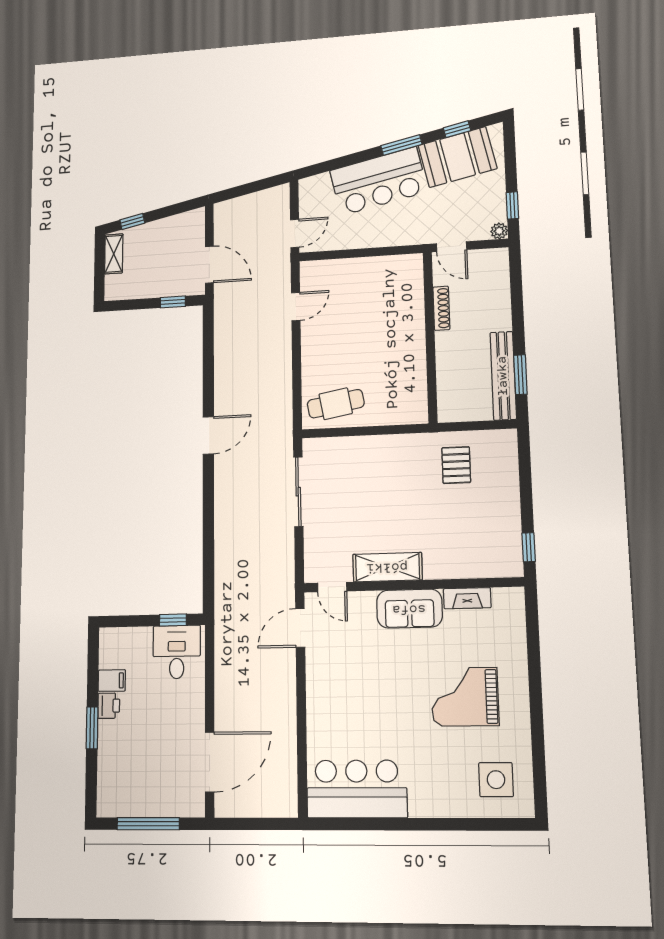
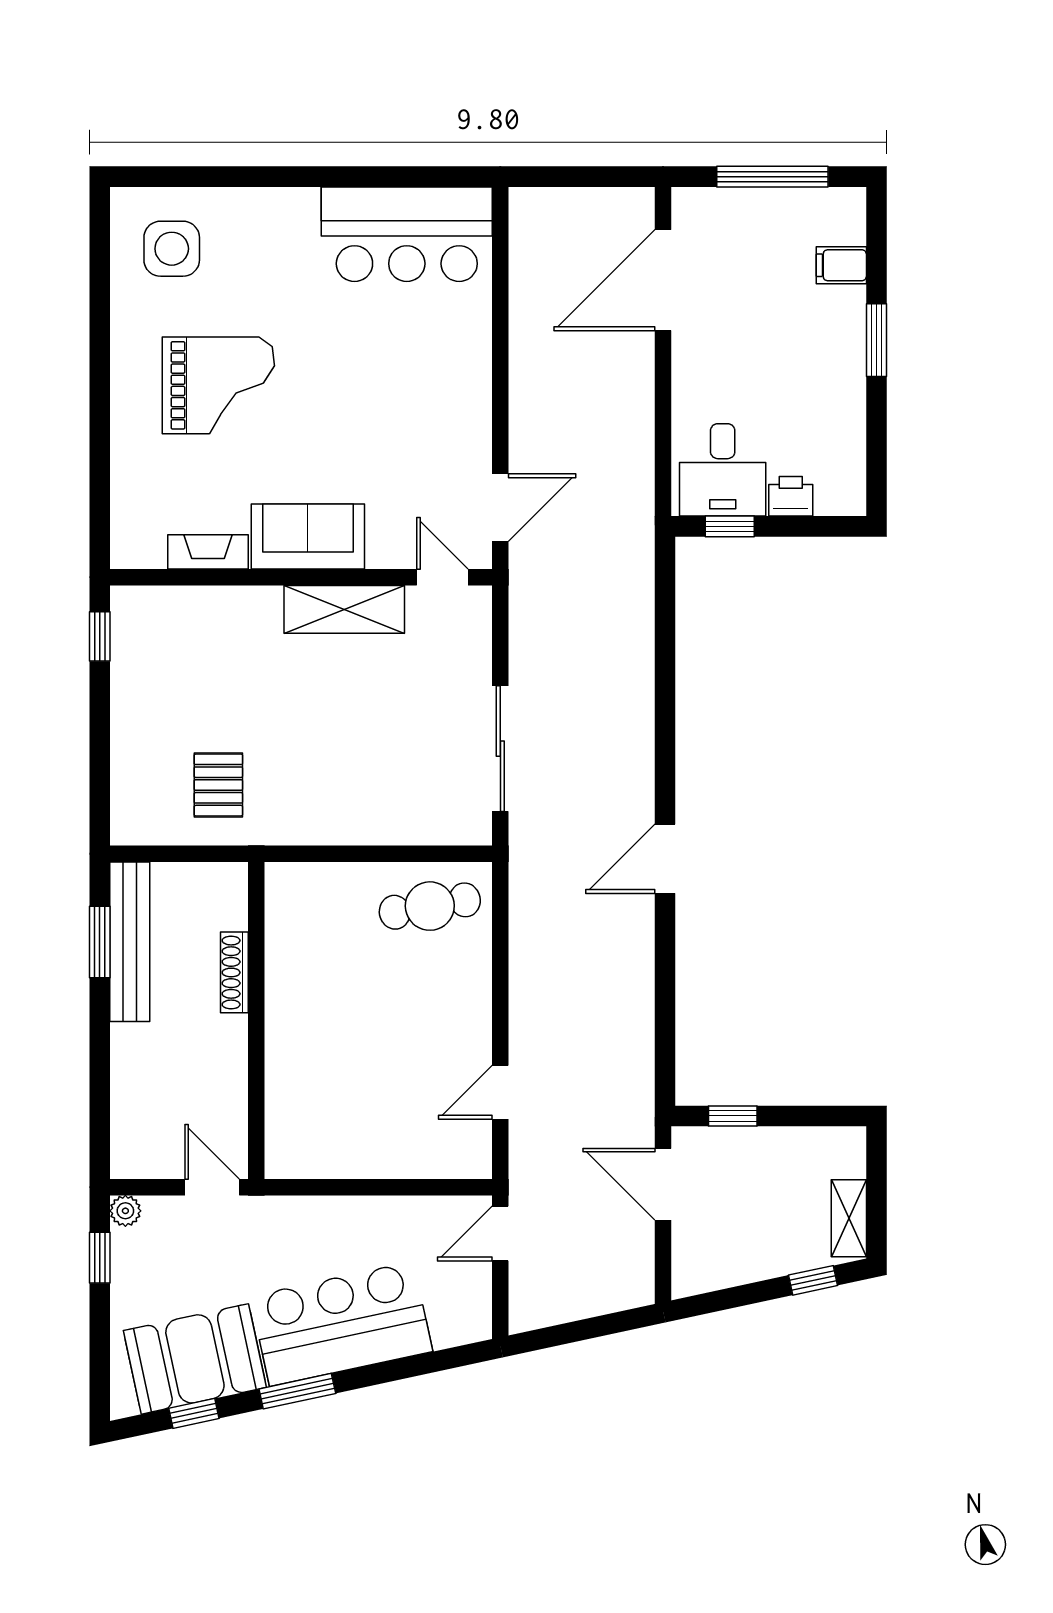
shoe rack: (441, 308) -> (234, 972), moved
filing cabinet: (112, 681) -> (841, 265), moved
printer: (109, 706) -> (791, 496), moved, turned 90

